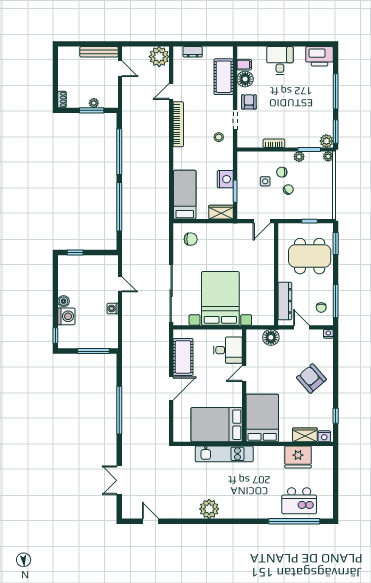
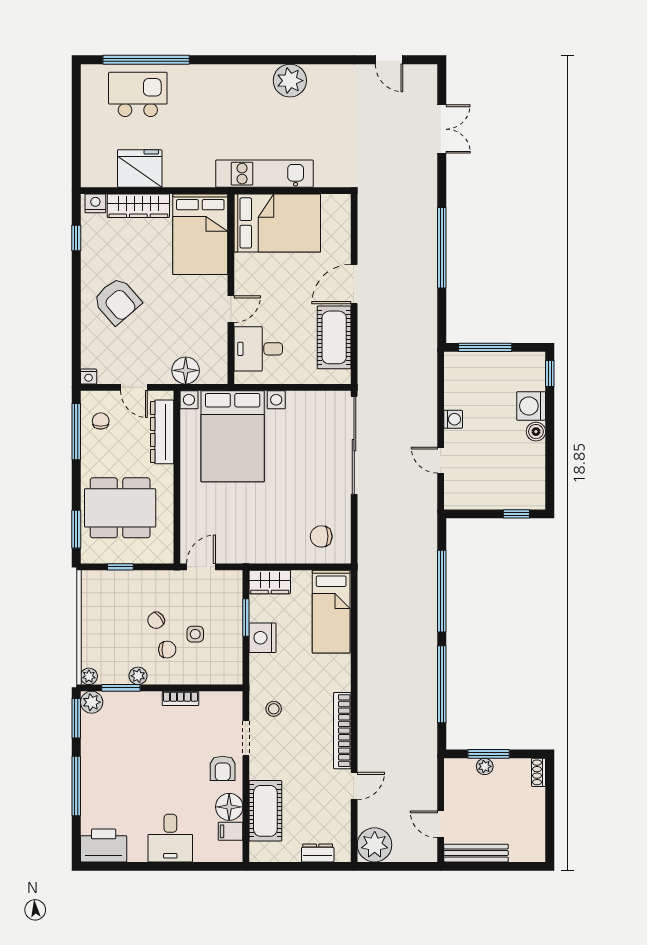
bed with nightstands: (220, 298) -> (233, 436), moved
wardrobe: (305, 435) -> (138, 206), width x1.50

